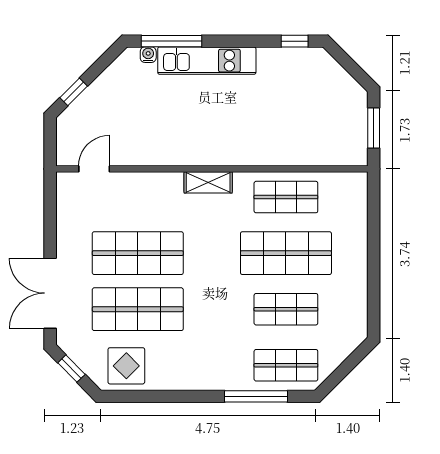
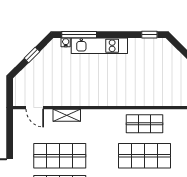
window: (74, 92) -> (32, 55), moved
door: (94, 169) -> (35, 108), swing flipped
shelving: (208, 182) -> (67, 115), moved

